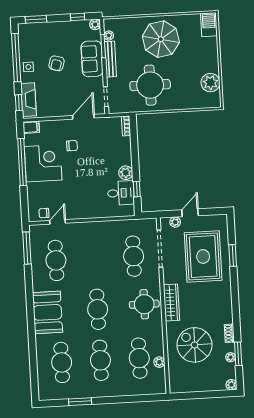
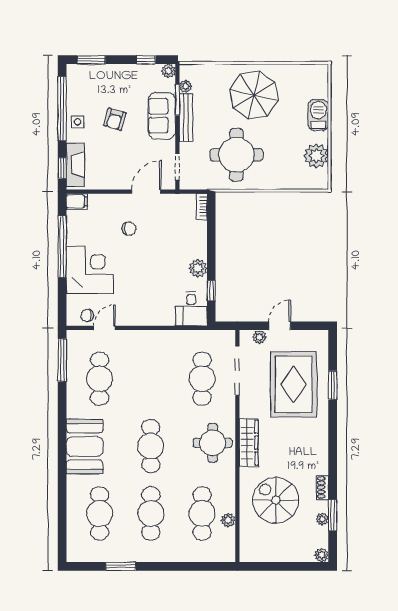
barbecue: (209, 25) -> (318, 115), moved
corner desk: (43, 163) -> (90, 270), moved
desk: (121, 193) -> (191, 309), moved, turned 90

